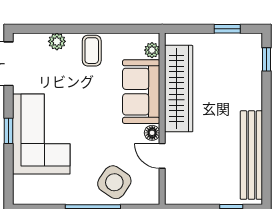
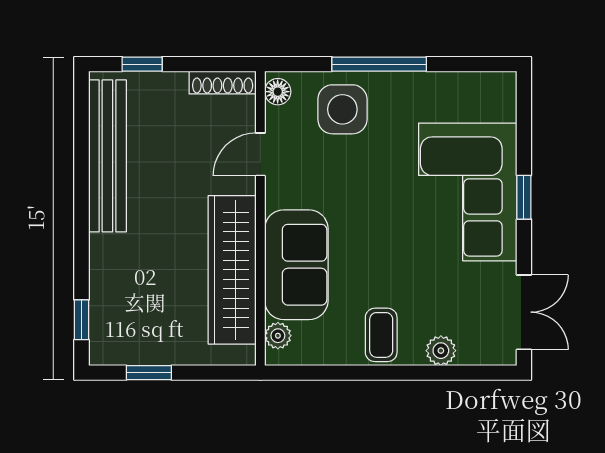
floor lamp: (152, 133) -> (278, 92), moved
door: (162, 156) -> (260, 154), swing flipped
side table: (114, 182) -> (342, 109), turned -34
shoe rack: (184, 198) -> (223, 83), added

